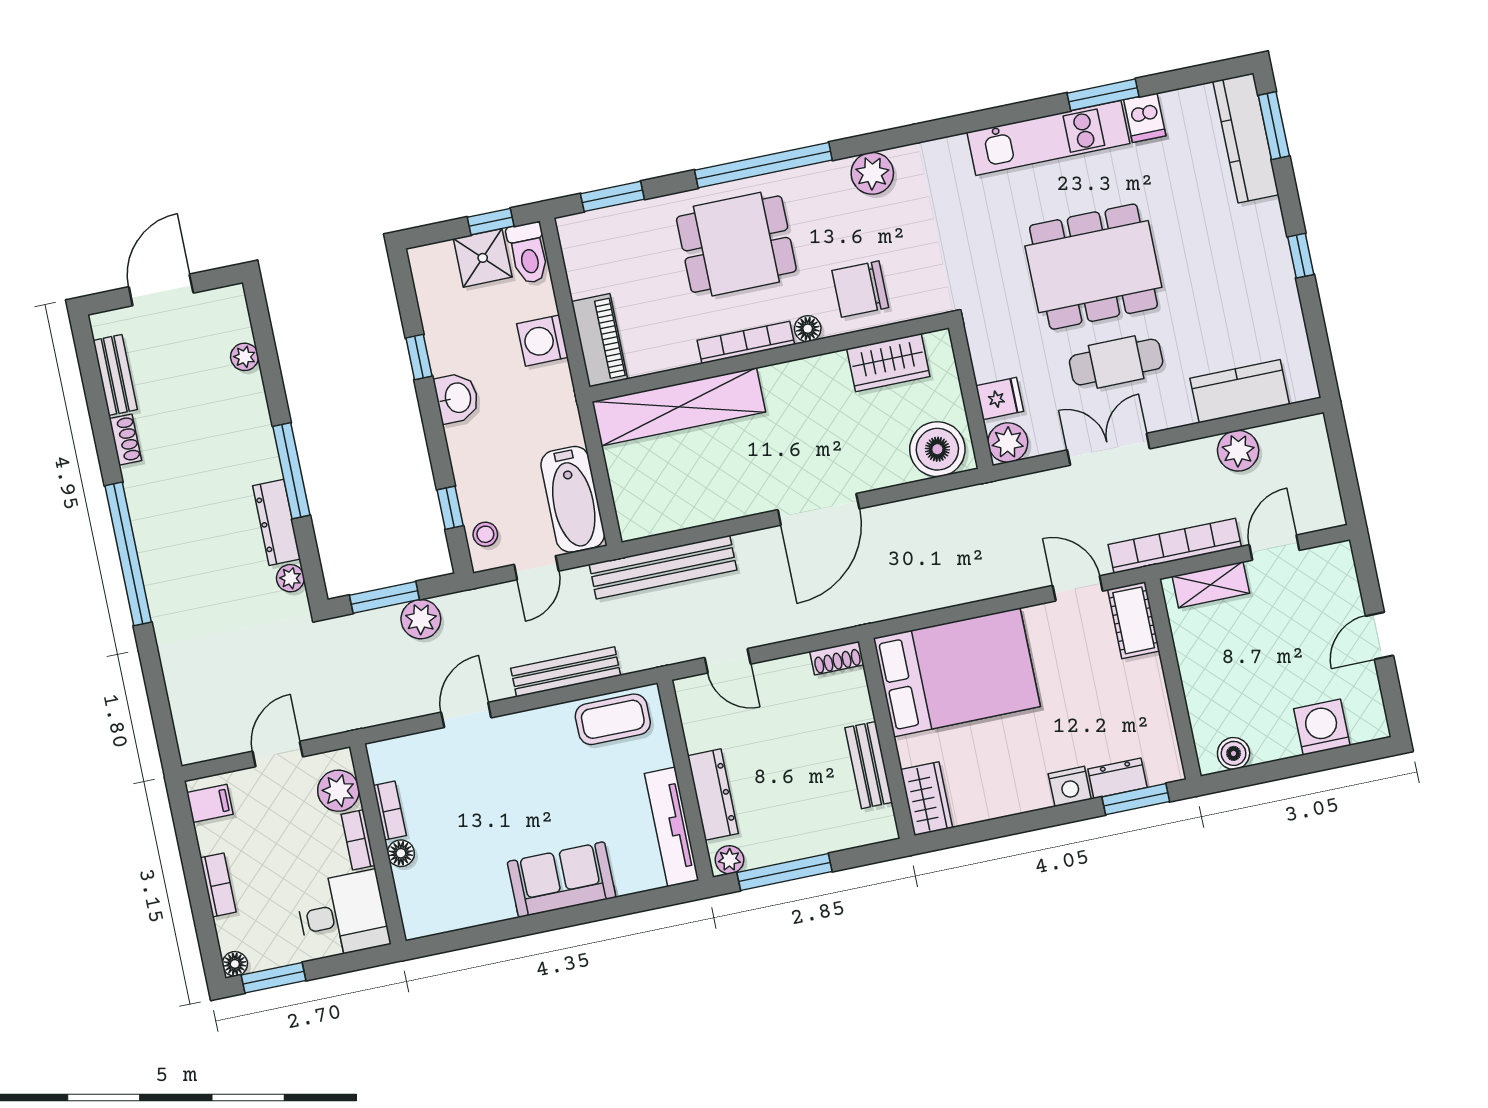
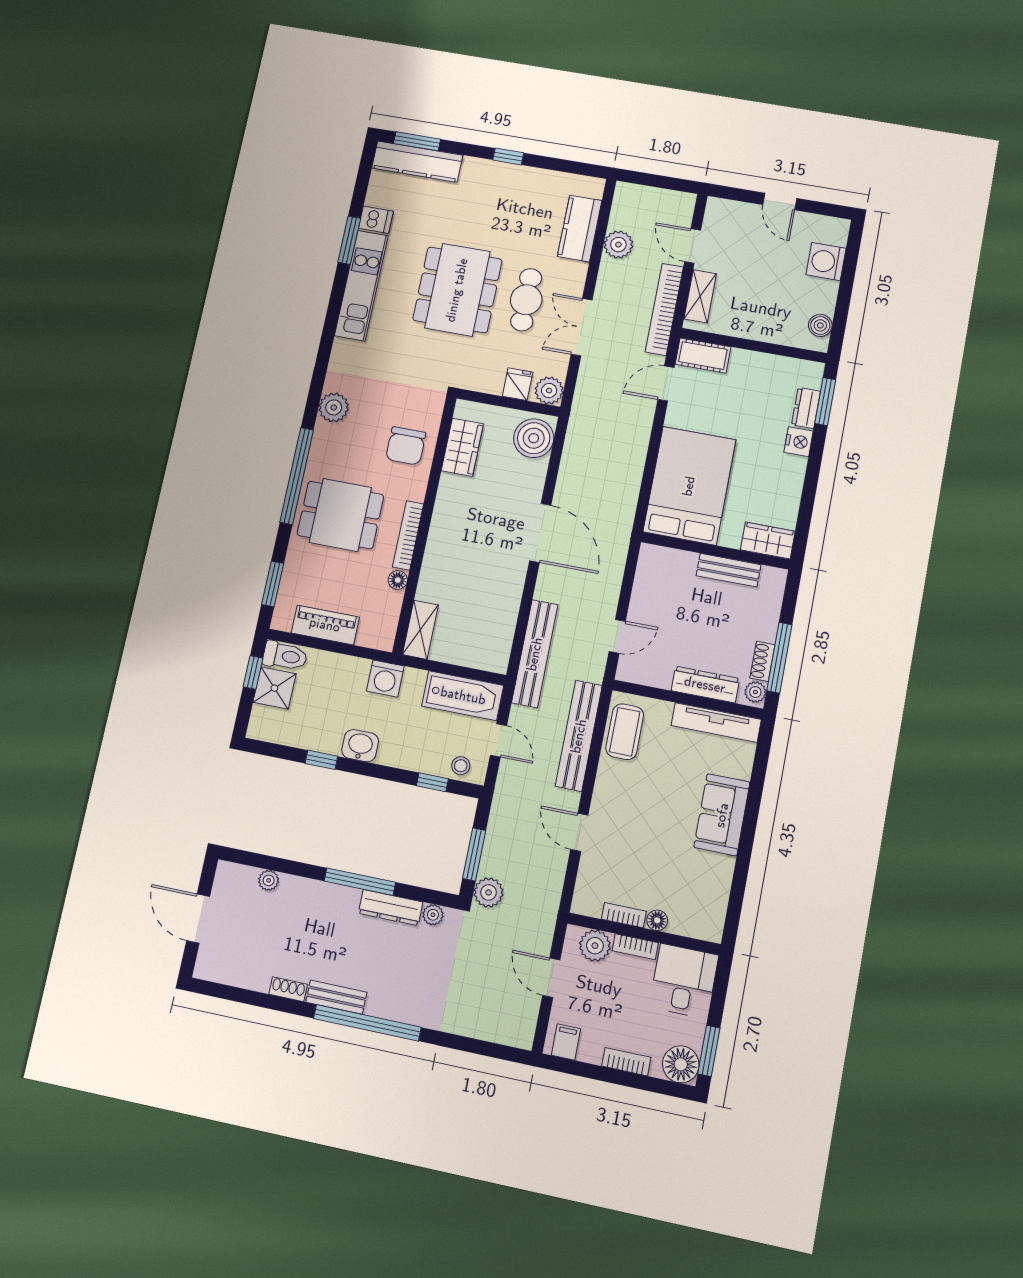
dining table: (736, 244) -> (340, 515), turned 90
floor lamp: (808, 329) -> (398, 580), moved
piano: (599, 340) -> (325, 625), moved
washing machine: (542, 341) -> (385, 679), moved
bench: (115, 375) -> (336, 997), moved
shelving: (679, 407) -> (420, 630), width x0.45, depth x0.75
plant: (421, 619) -> (489, 892), moved
shoe rack: (837, 658) -> (762, 661), moved, turned 180
bench: (566, 672) -> (579, 736), width x1.37, depth x1.21
floor lamp: (235, 964) -> (681, 1064), width x1.89, depth x1.89

